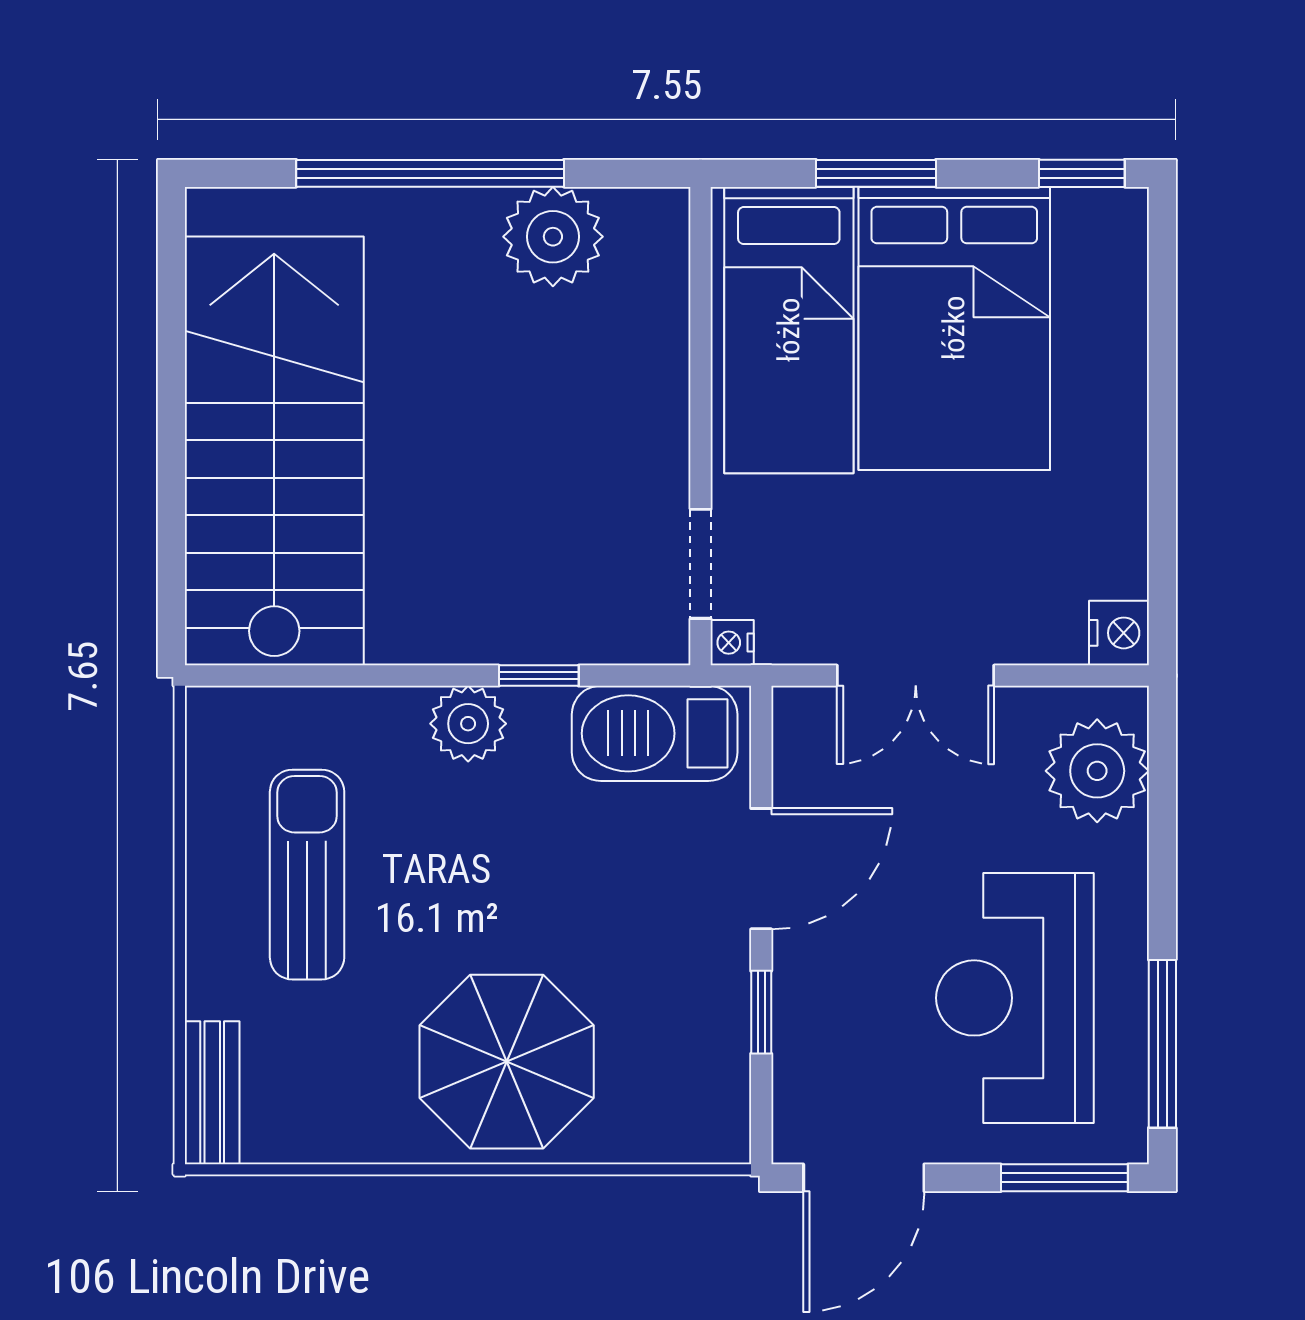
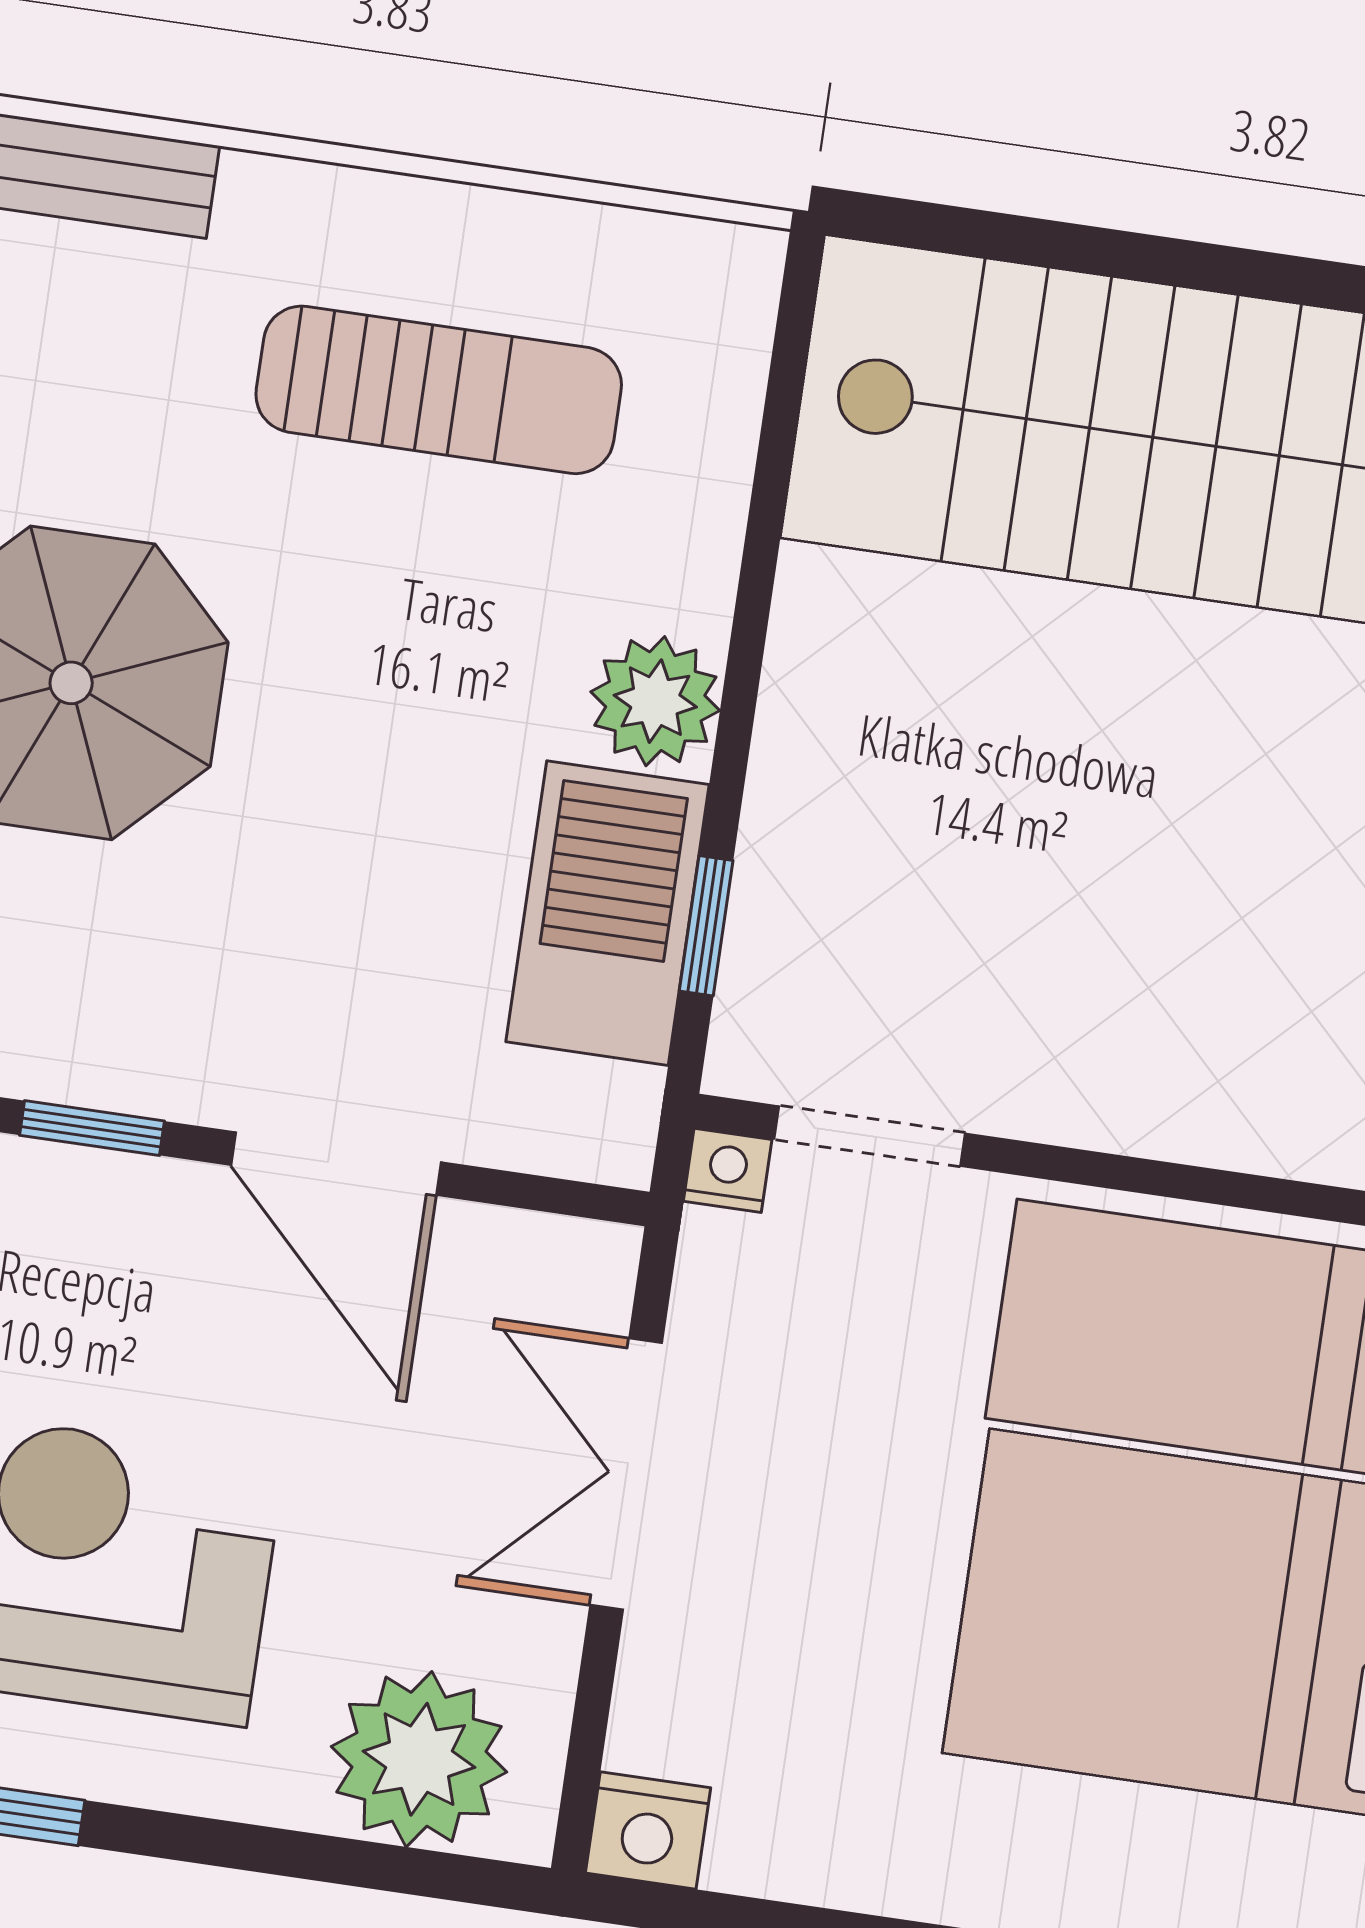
window: (539, 676) -> (706, 926), moved
barbecue: (655, 733) -> (608, 913), moved

